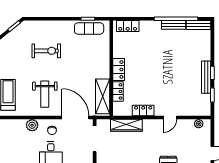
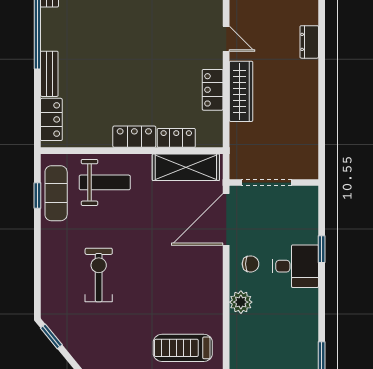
bench: (174, 25) -> (49, 74), moved
weight bench: (45, 94) -> (105, 182), moved
wardrobe: (126, 125) -> (241, 91), moved

